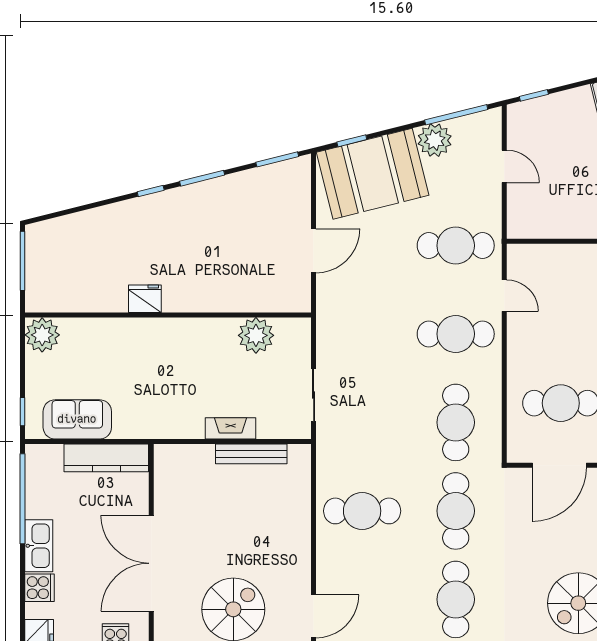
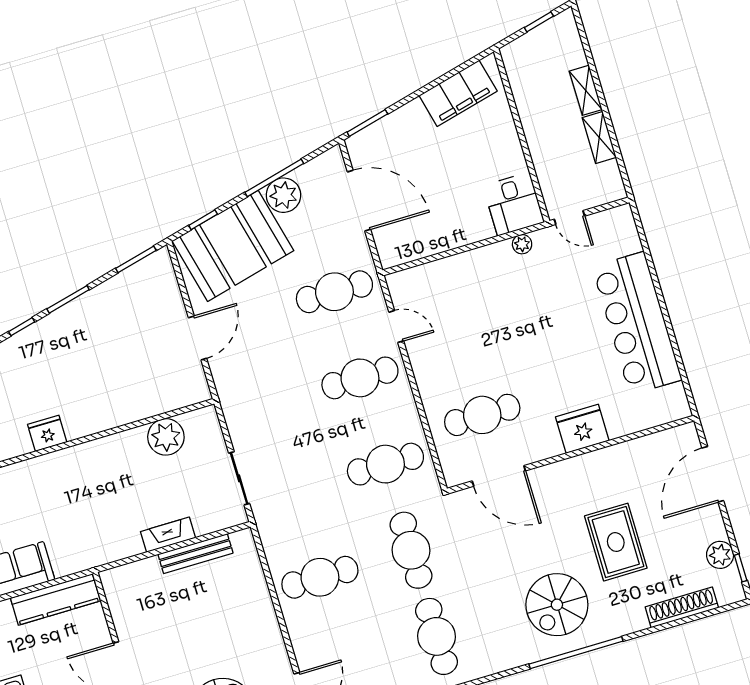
window: (534, 95) -> (367, 123), width x1.50
window: (456, 115) -> (274, 178), moved
door: (504, 166) -> (359, 201), width x1.88
cafe table: (456, 422) -> (385, 464), turned 90
door: (559, 465) -> (499, 476), hinge flipped

